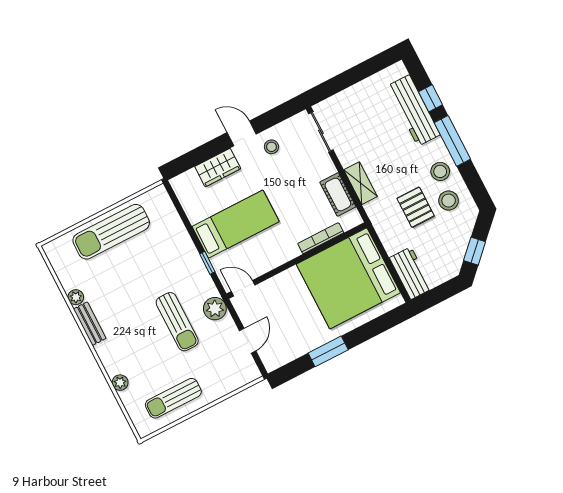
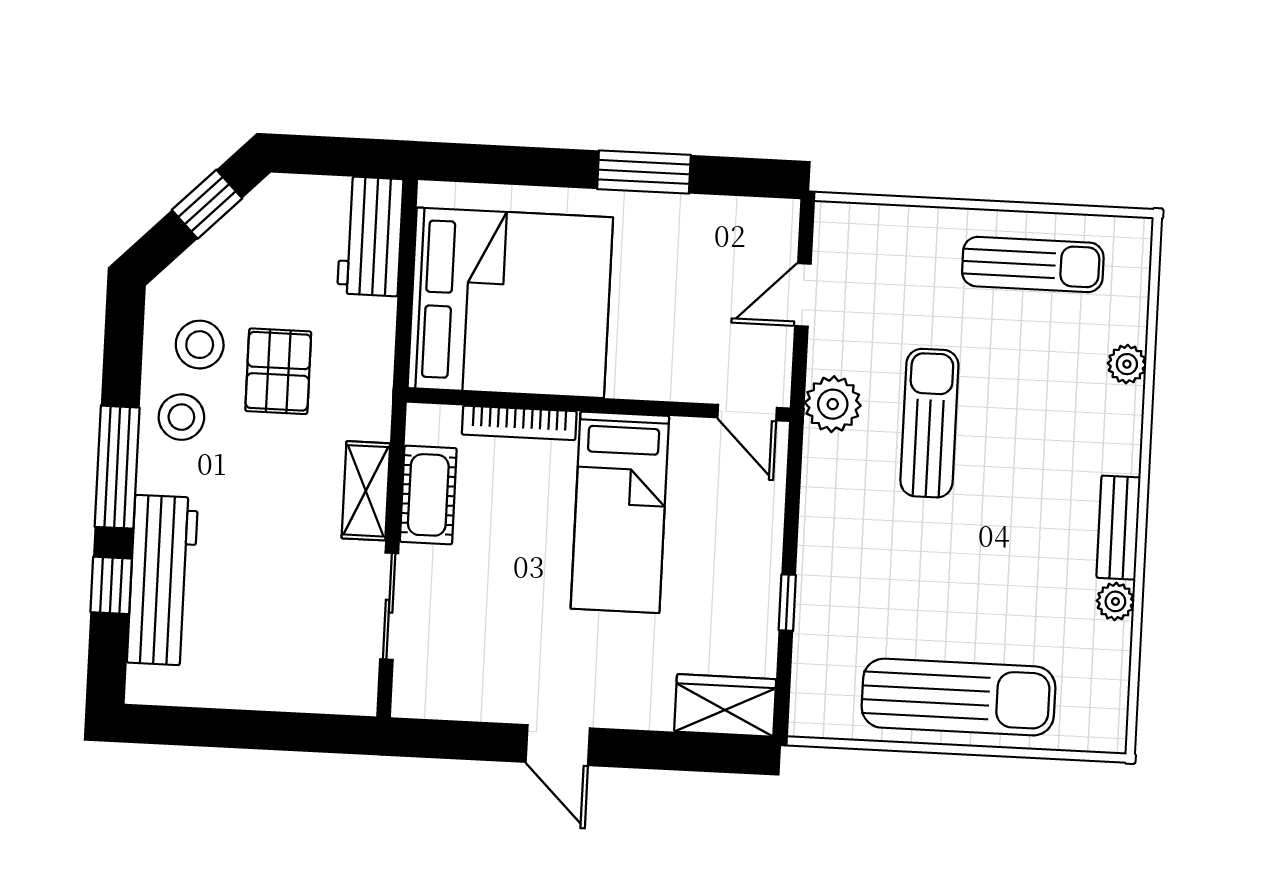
sliding door: (321, 132) -> (389, 606), moved
stool: (271, 147) -> (511, 679), removed
wardrobe: (218, 168) -> (725, 705), moved
bed: (236, 224) -> (620, 512), moved, turned -90
window: (207, 263) -> (787, 603), moved

